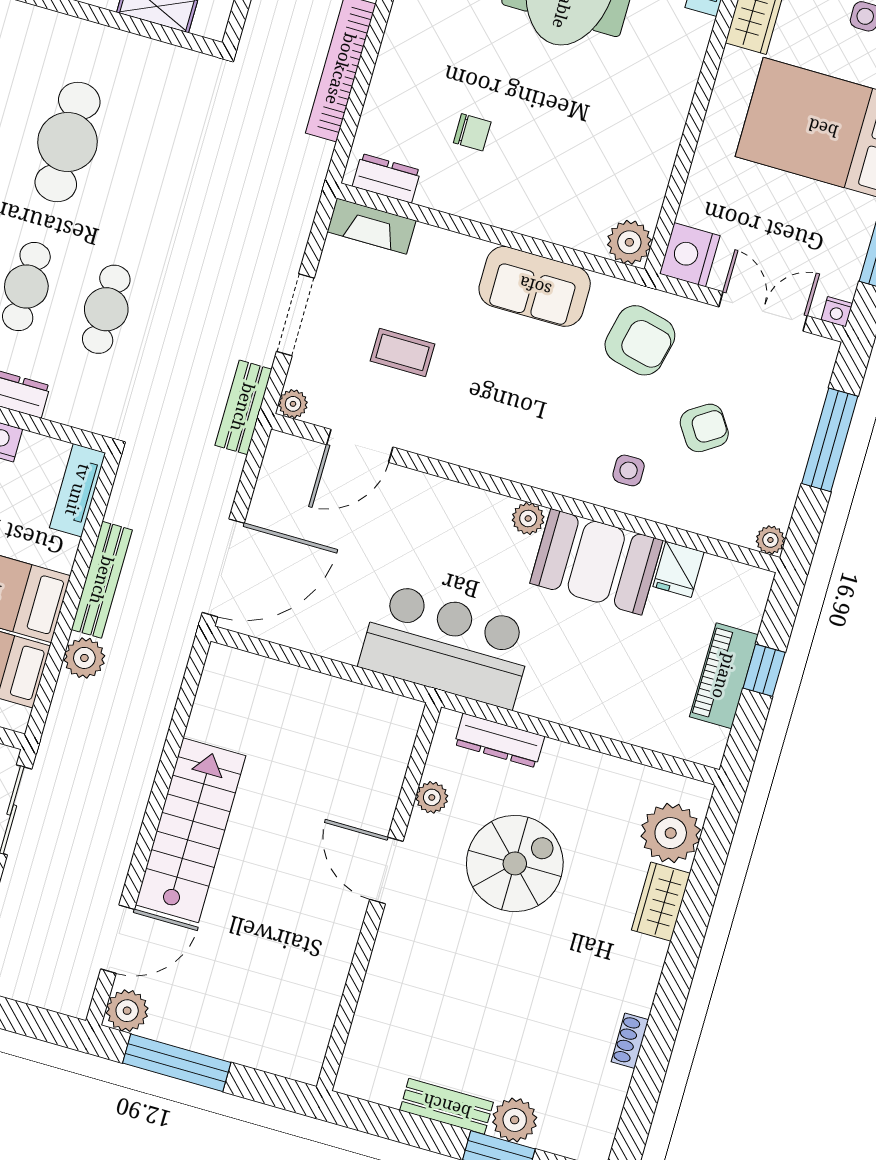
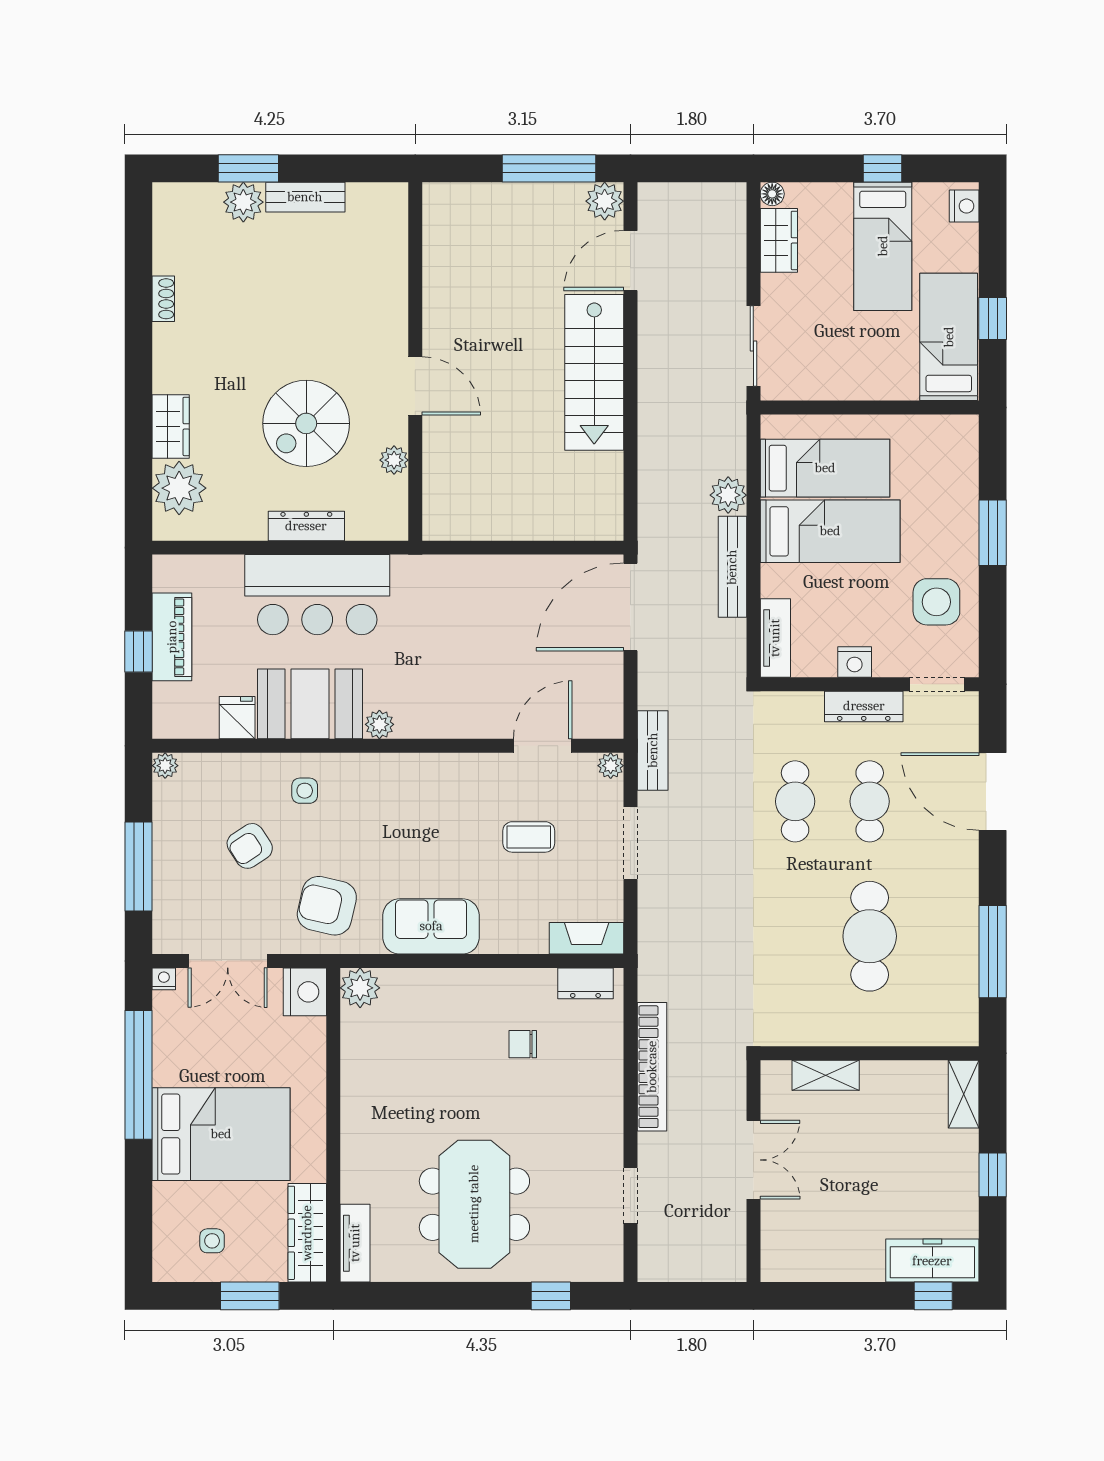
bar counter: (447, 646) -> (317, 595), moved
dresser: (499, 740) -> (306, 526), moved

